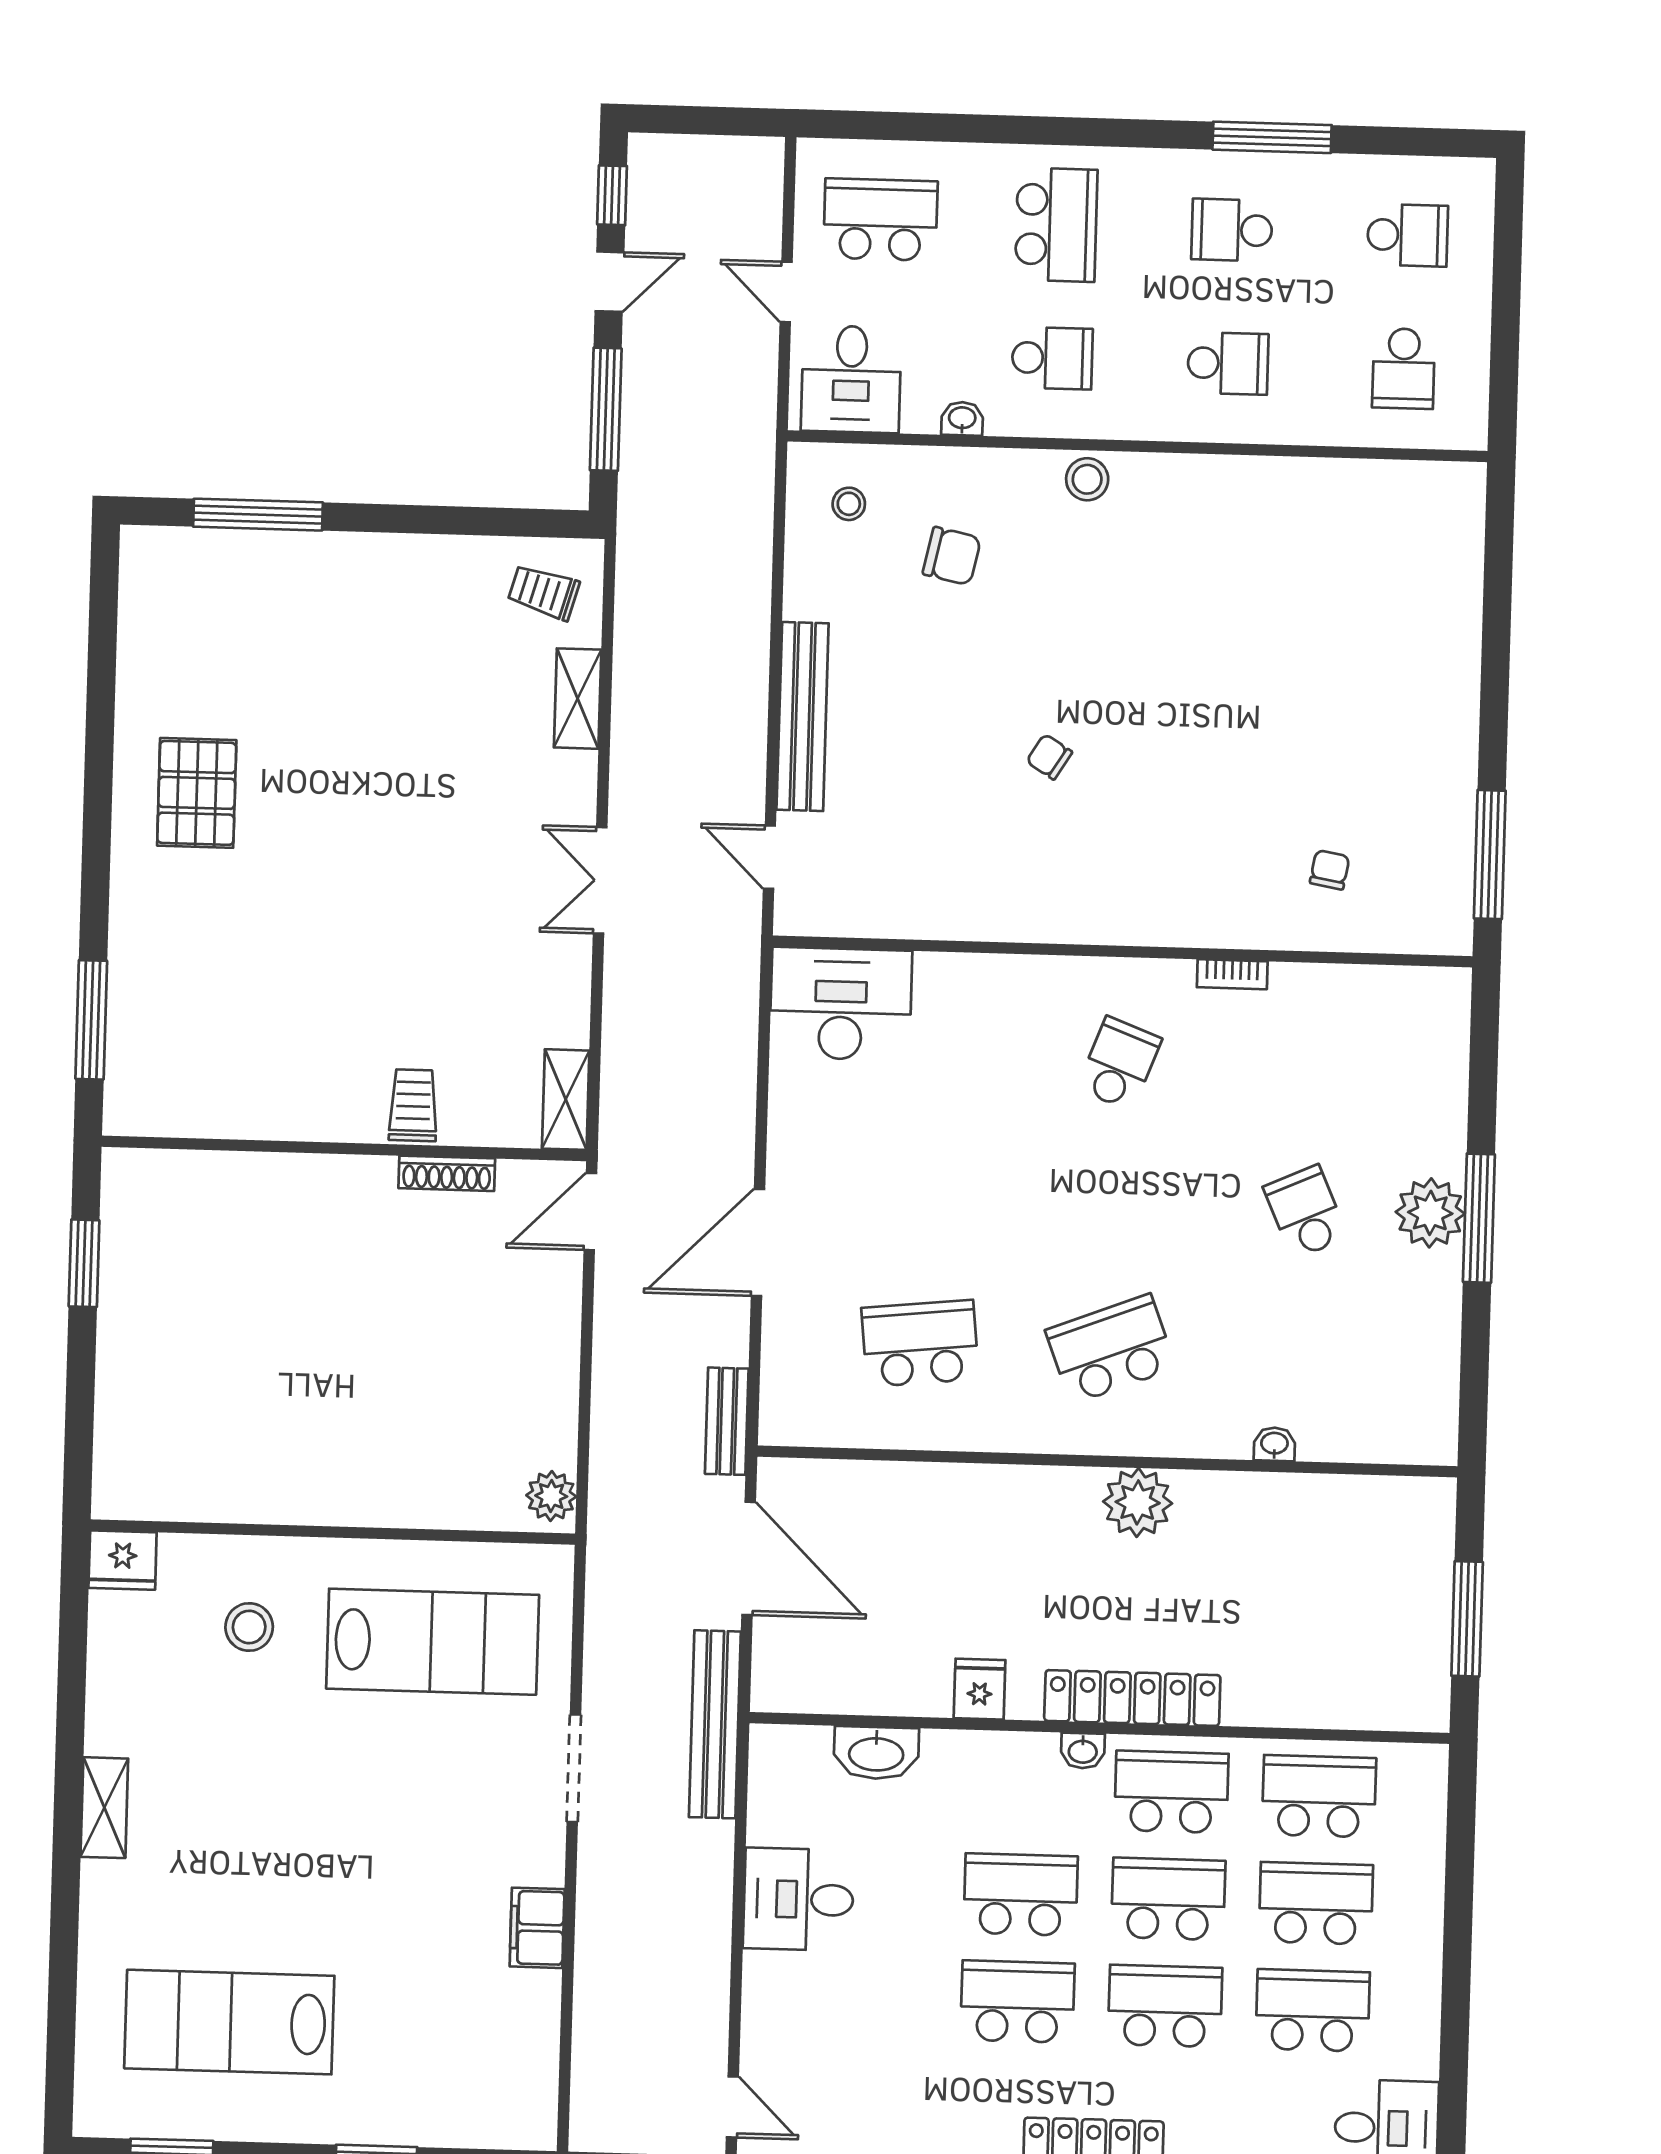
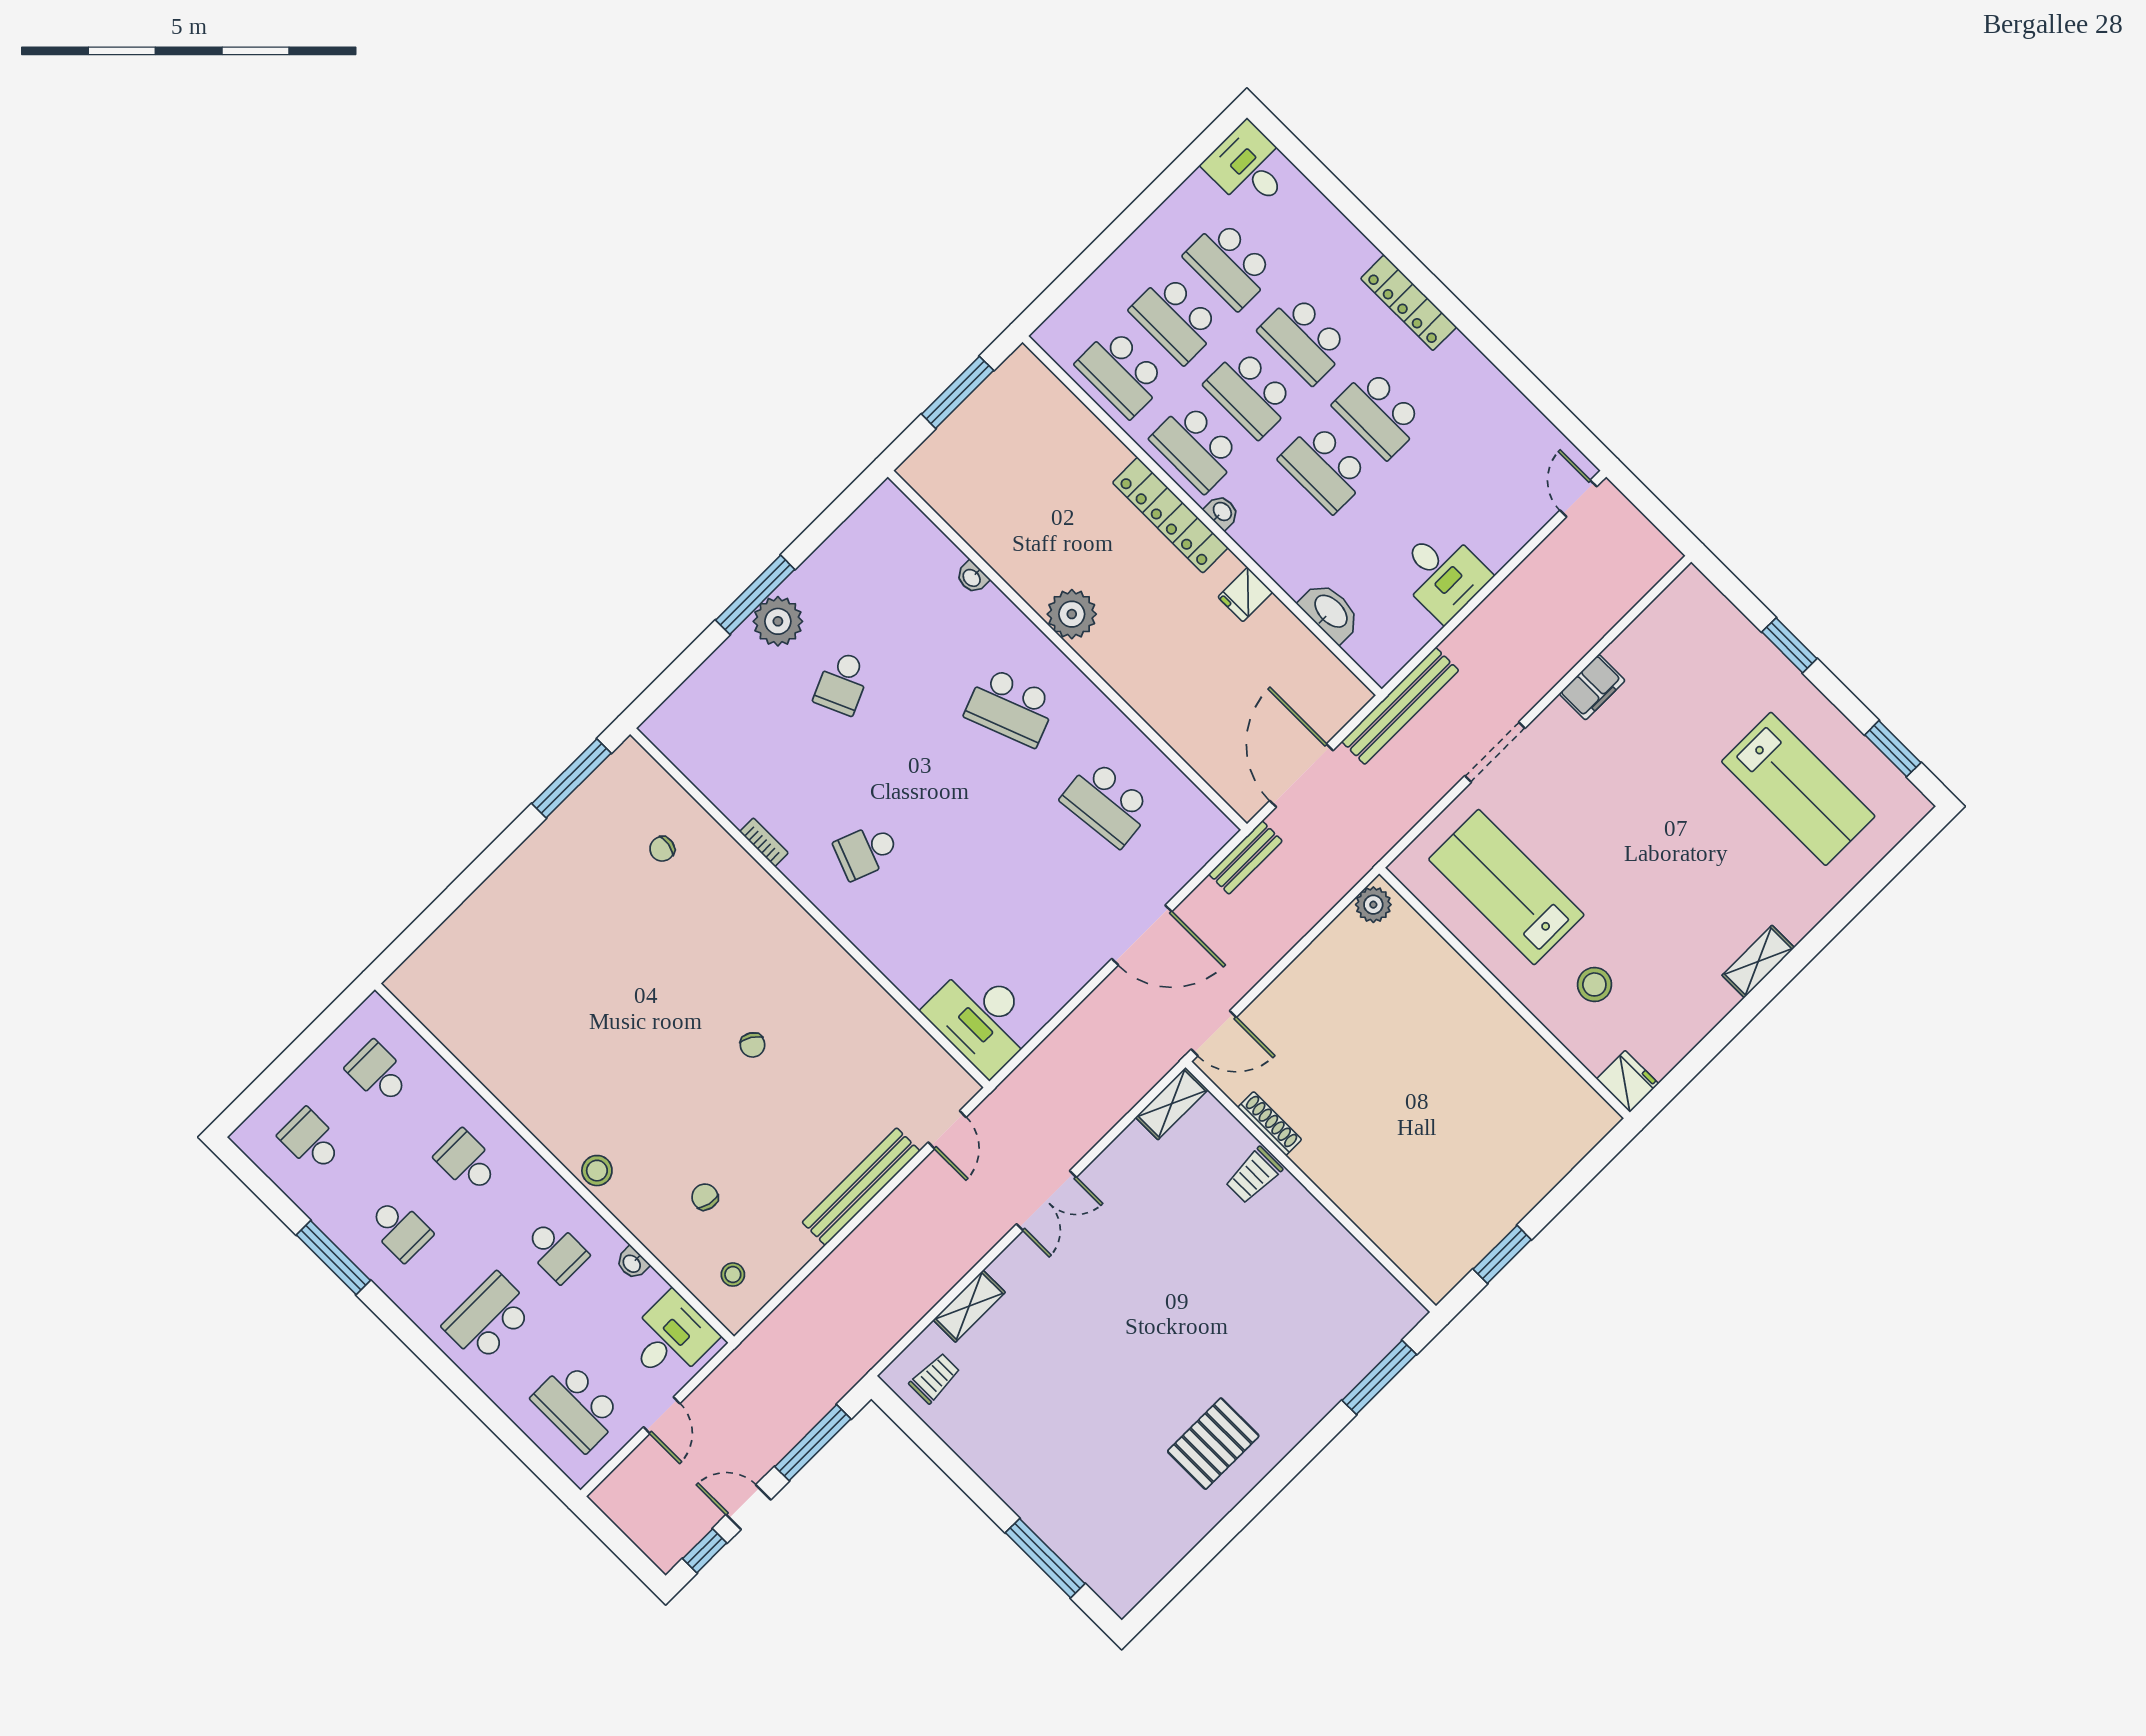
school desk: (1052, 358) -> (556, 1251), turned 180
school desk: (1404, 369) -> (378, 1073), turned -90
chair: (952, 556) -> (705, 1197), width x0.73, depth x0.73
trolley: (544, 592) -> (935, 1378), turned -106

